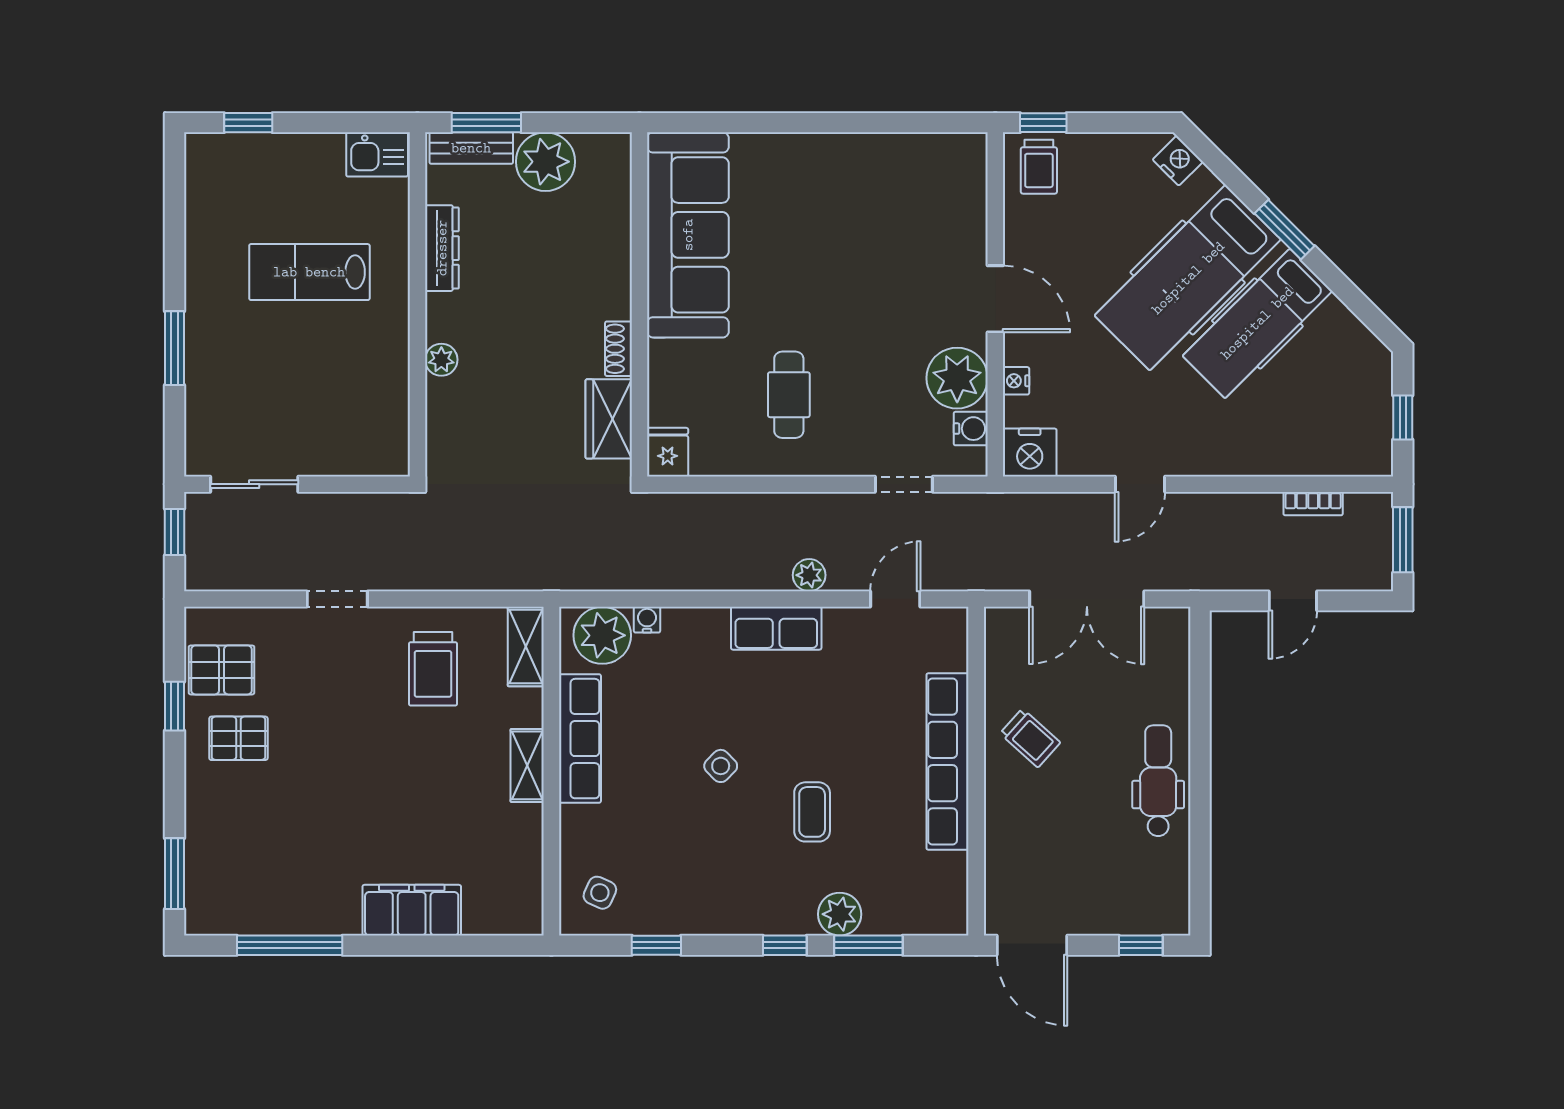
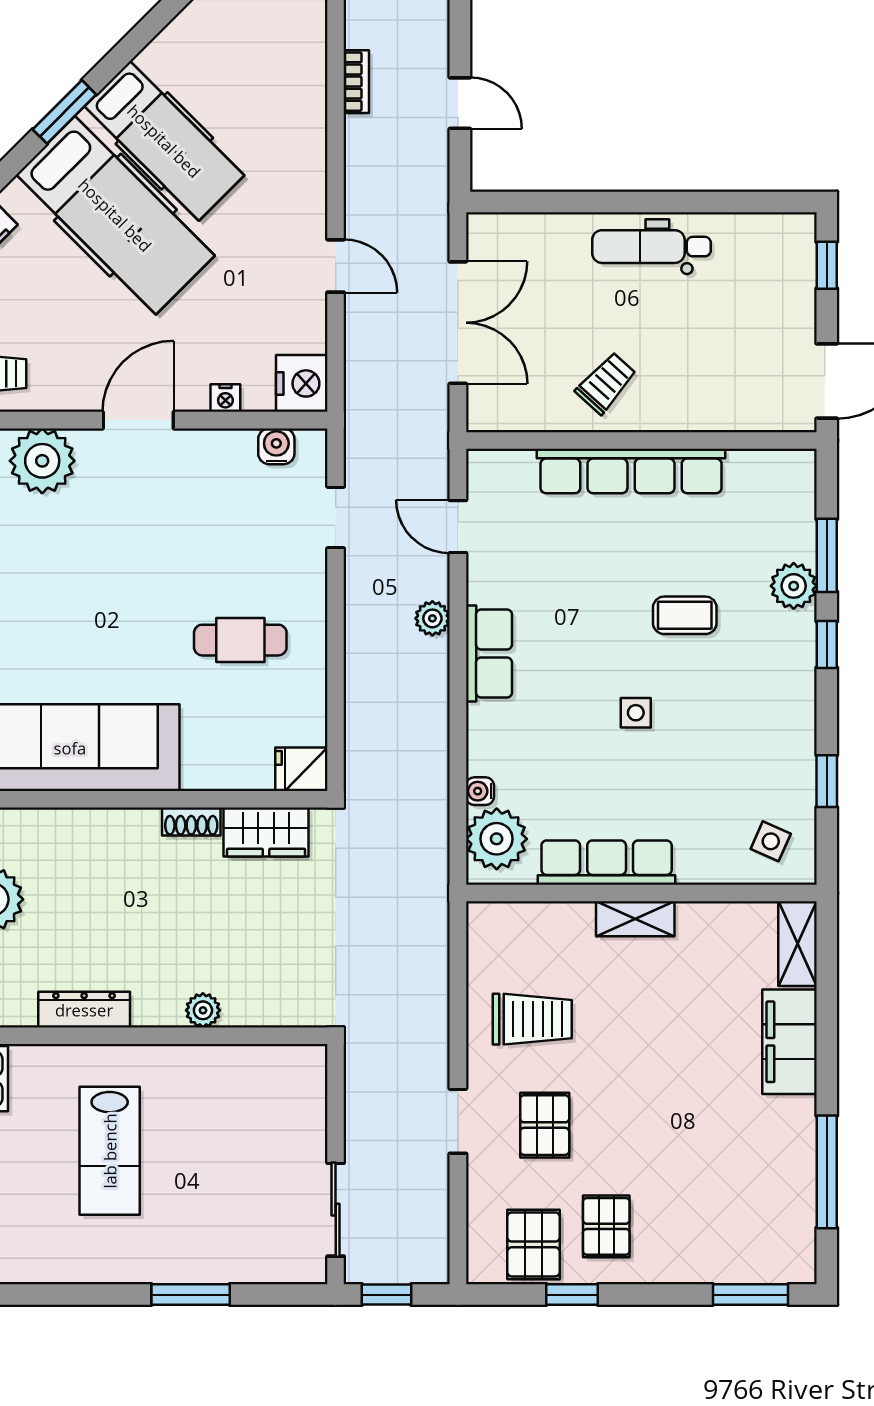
plant: (957, 378) -> (42, 461), moved
shelving: (526, 647) -> (797, 944), moved, turned 90
pallet: (334, 680) -> (545, 1125), added
side table: (721, 766) -> (636, 713), turned 45

